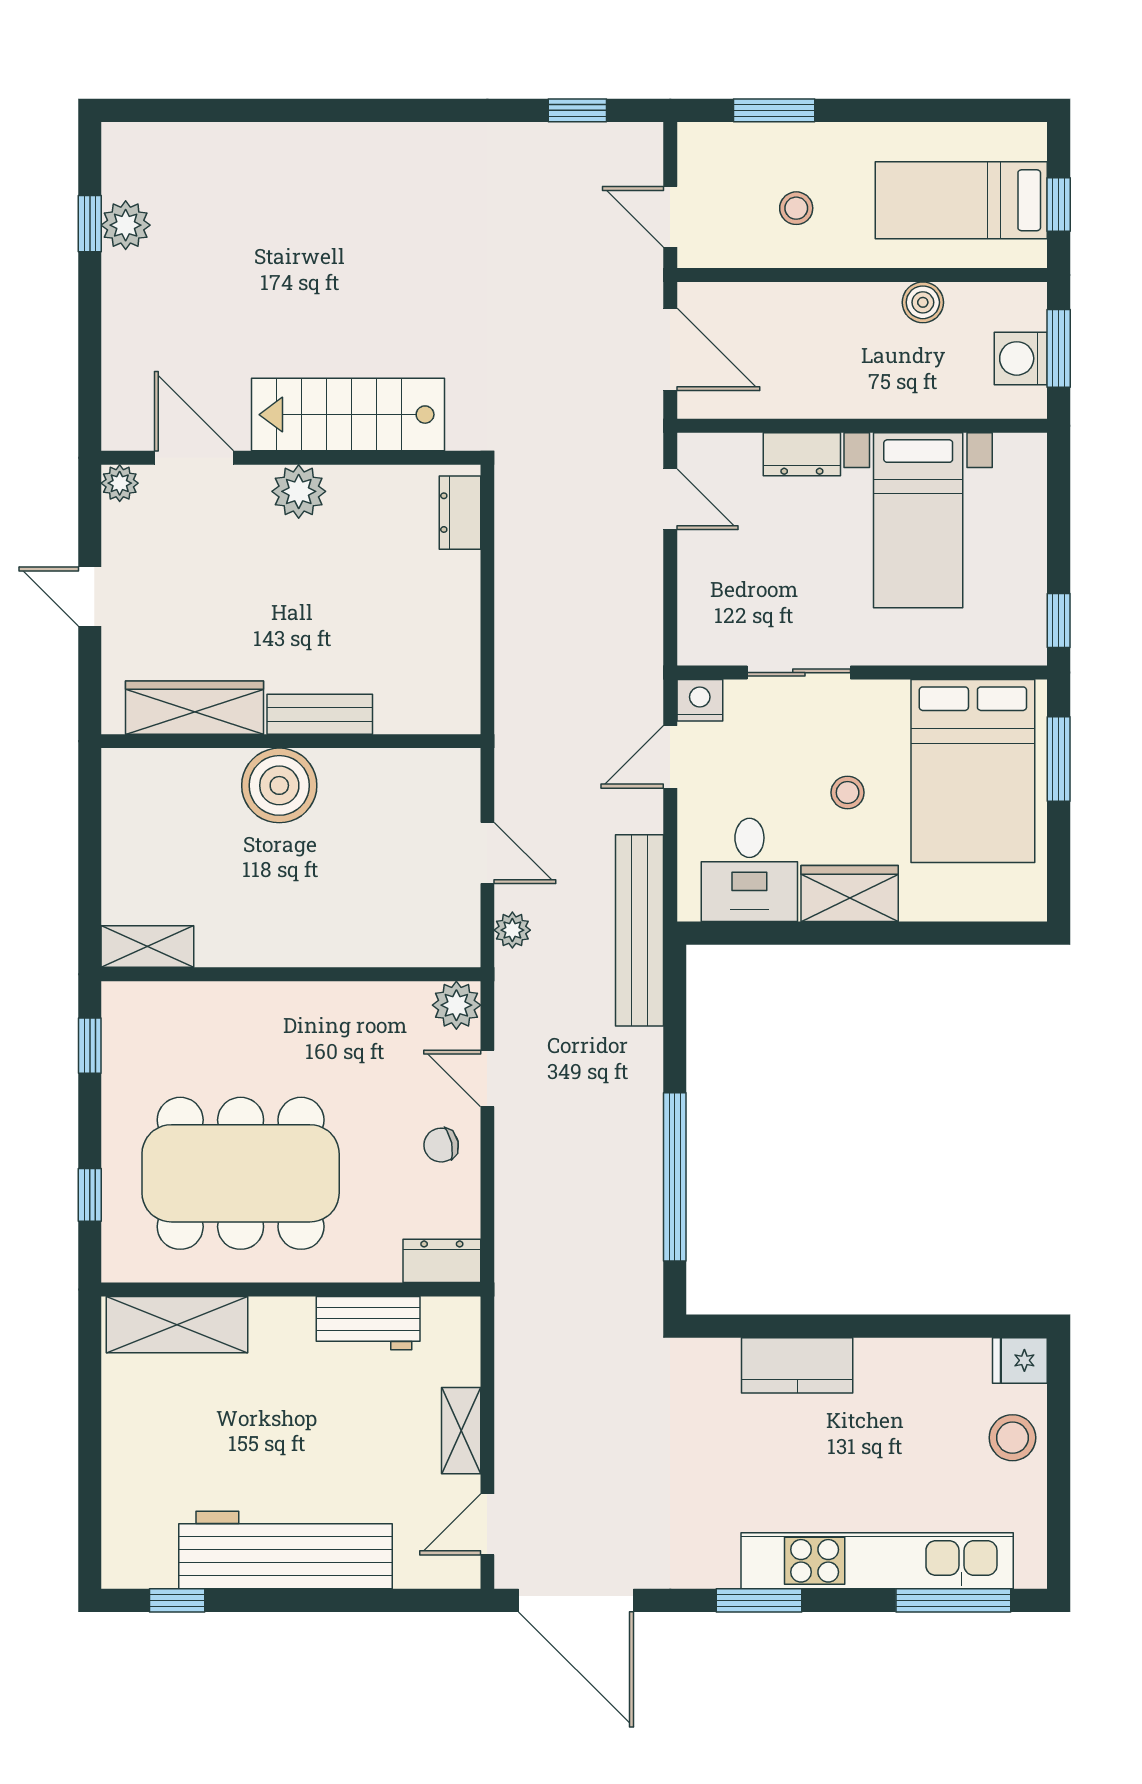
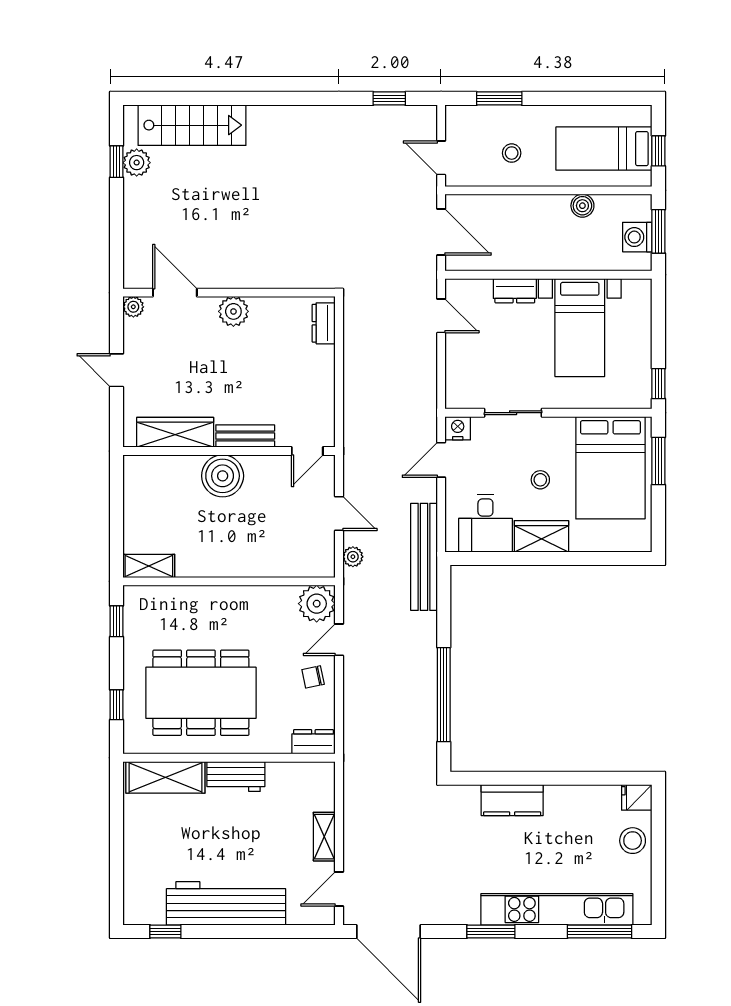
stairs: (348, 415) -> (192, 125), moved, turned 180
door: (431, 741) -> (307, 451), added
plant: (456, 1005) -> (317, 604), width x1.36, depth x1.36
door: (487, 1078) -> (339, 640), hinge flipped
workbench: (368, 1323) -> (236, 777), moved

